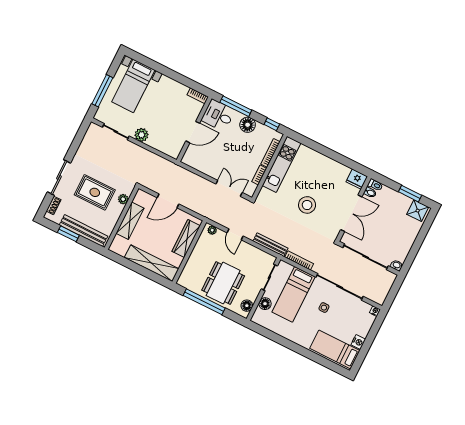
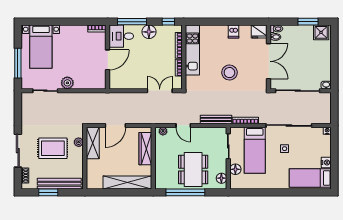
dishwasher: (331, 166) -> (234, 32), added
shelving: (130, 221) -> (93, 143), moved

